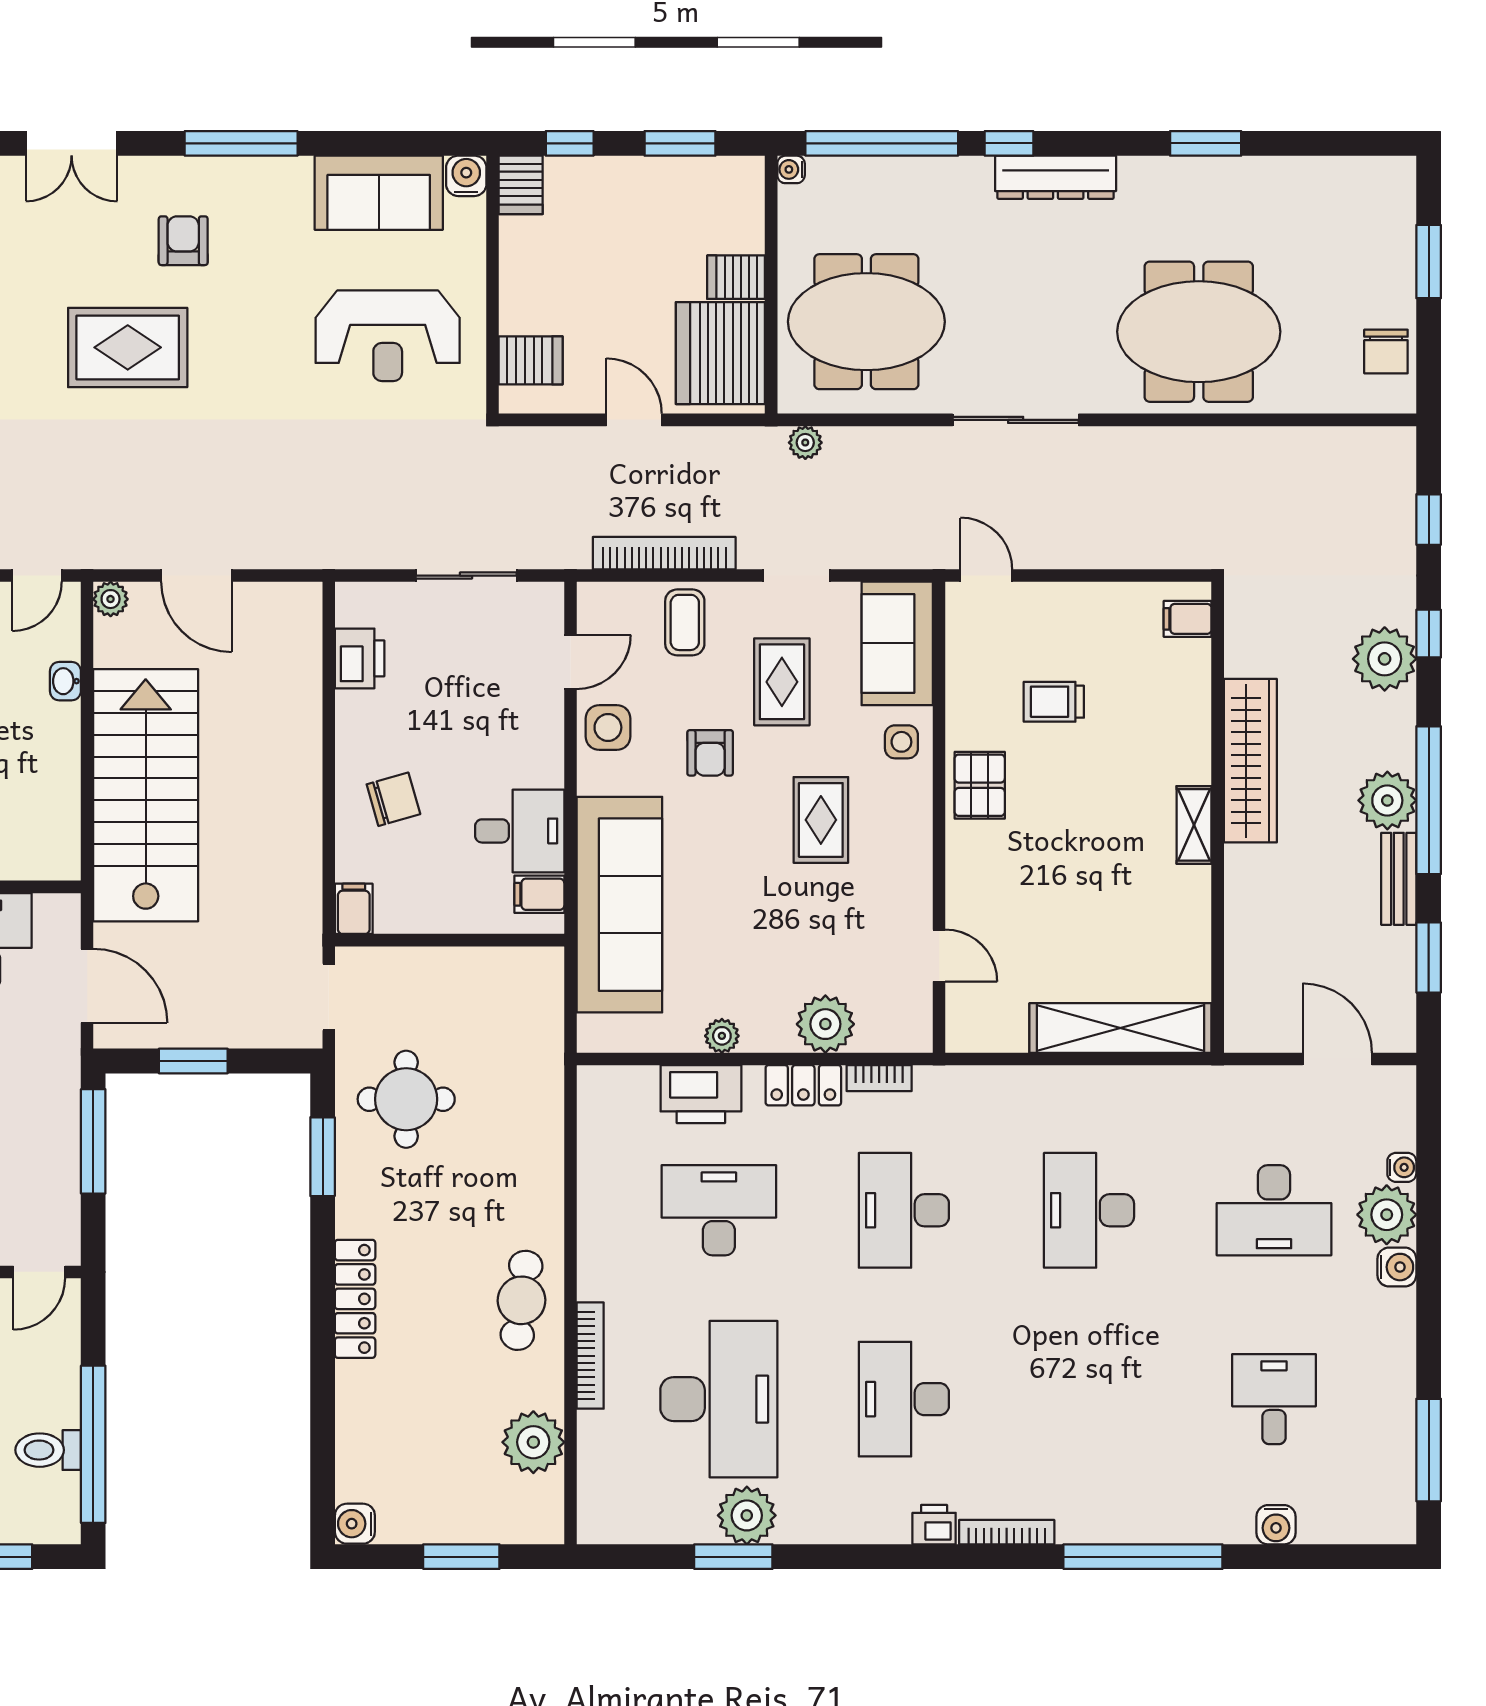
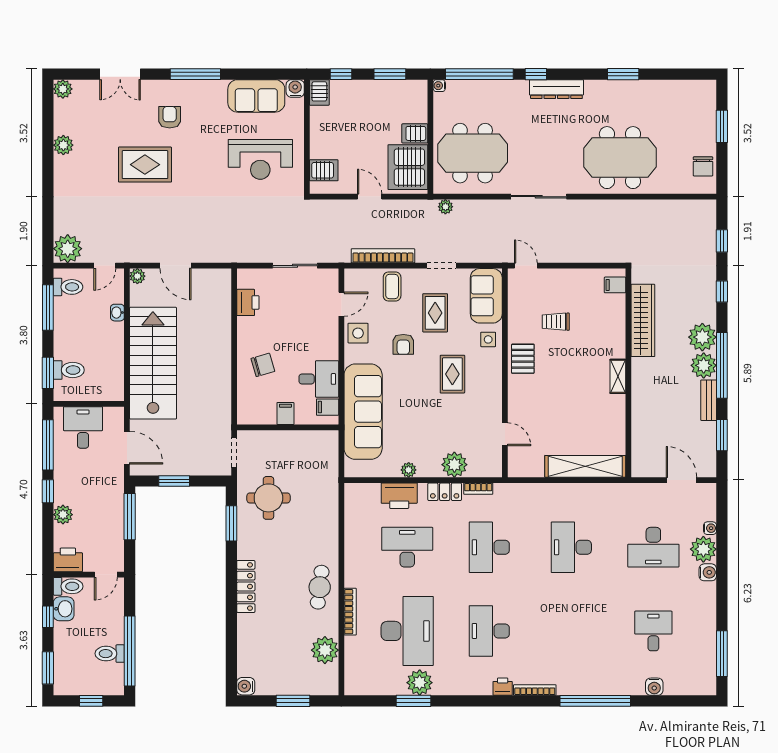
plant: (1385, 659) -> (702, 337), moved
wardrobe: (1250, 761) -> (643, 320), moved
filing cabinet: (354, 909) -> (285, 414), moved

